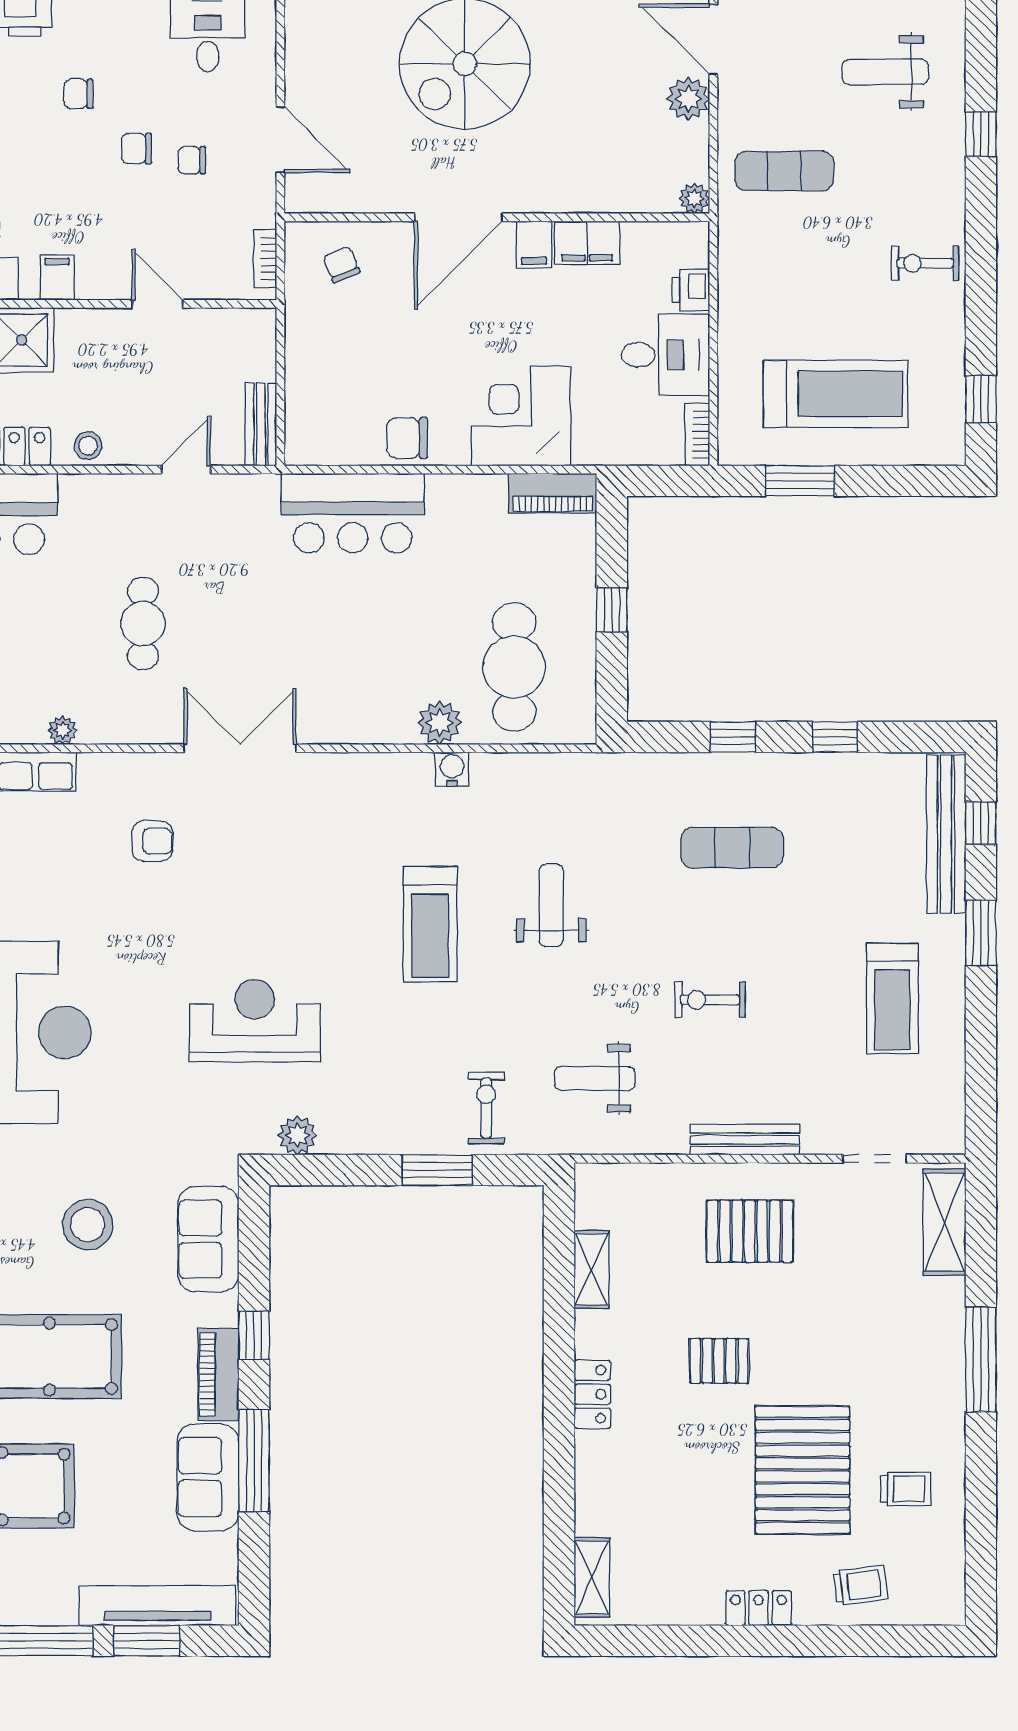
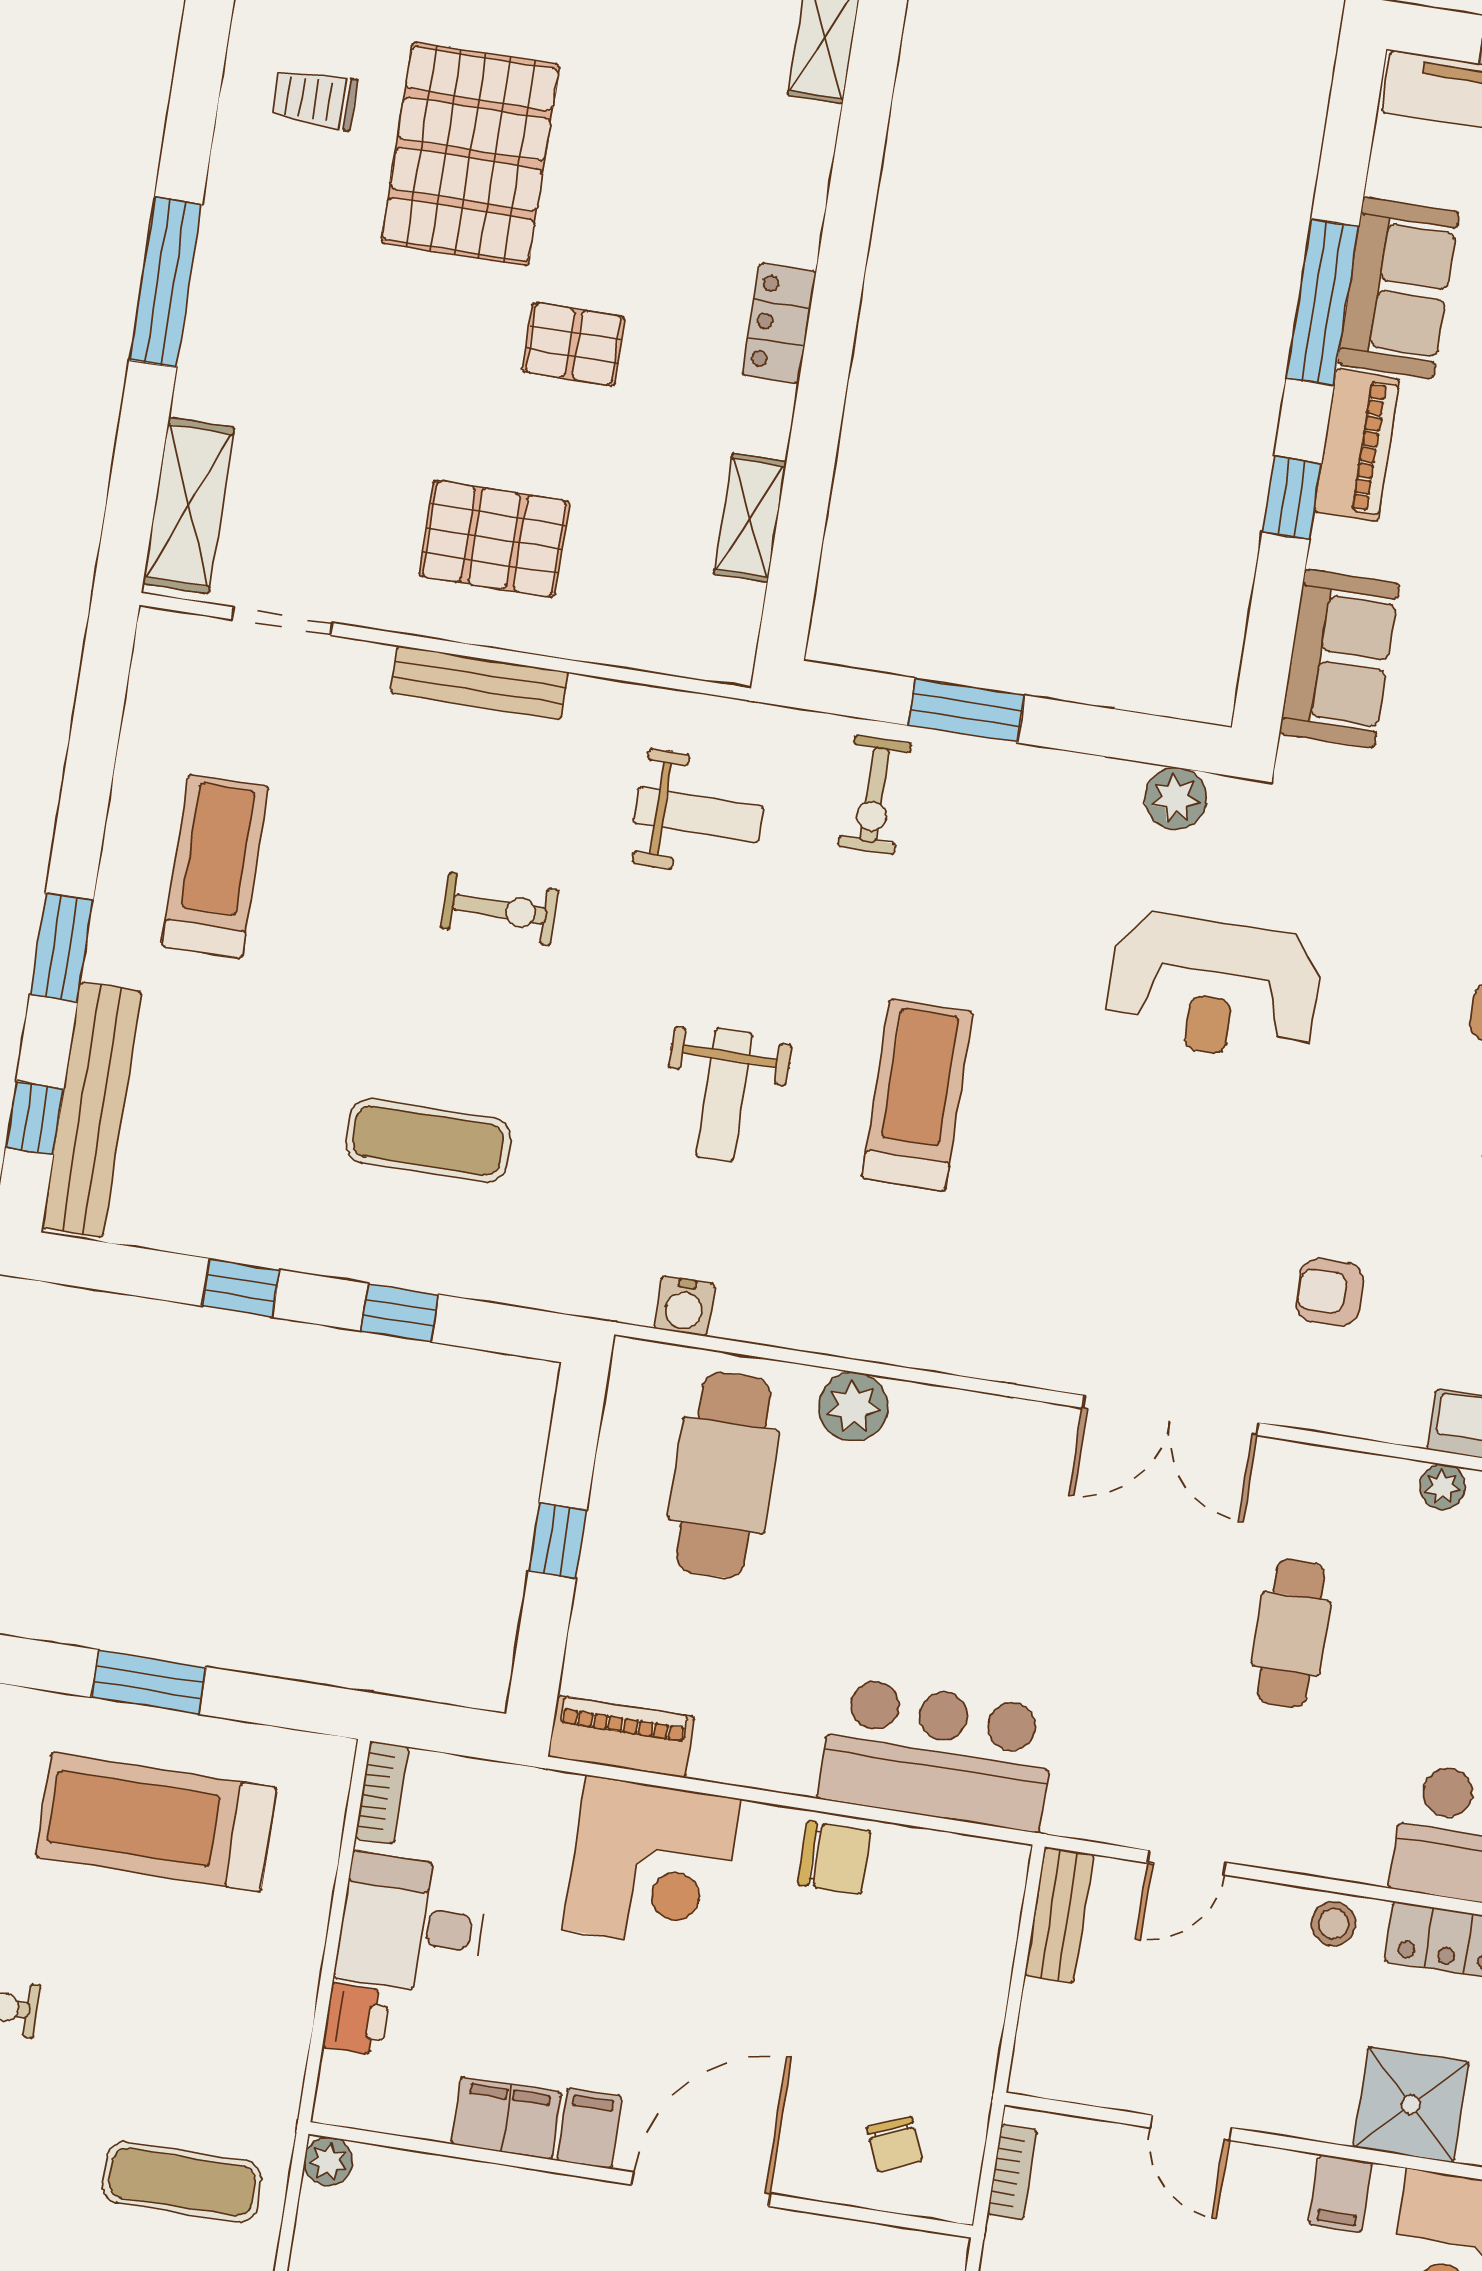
window: (800, 481) -> (149, 1682), moved
water cooler: (452, 769) -> (684, 1306), moved

